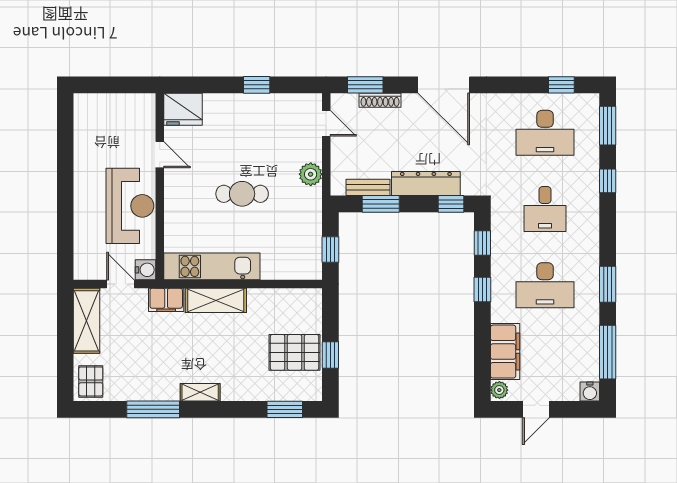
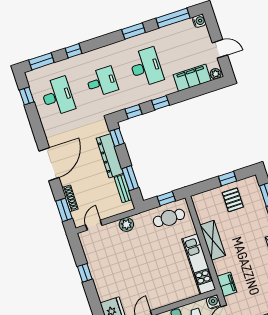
cafe table: (242, 194) -> (169, 218), moved, turned 90
shelving: (216, 300) -> (213, 240), moved
pallet: (295, 352) -> (233, 200), width x0.67, depth x0.71

